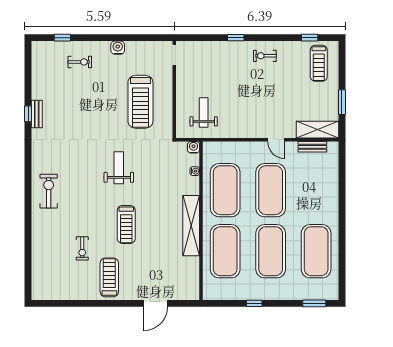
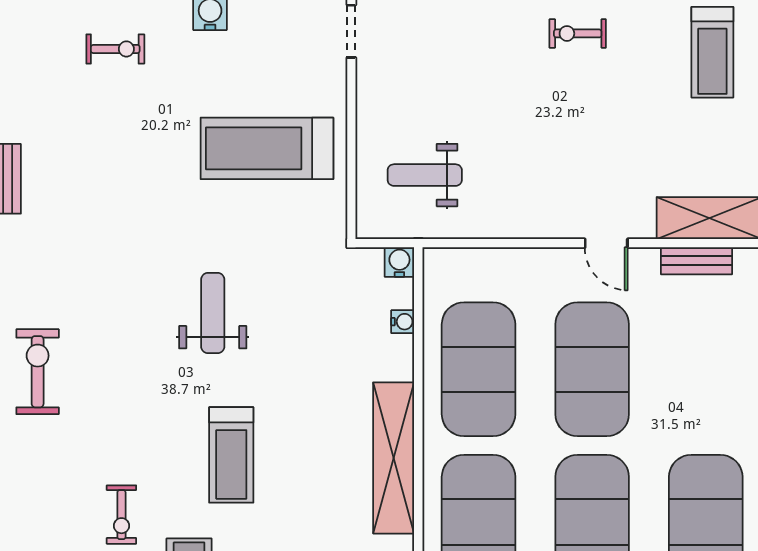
treadmill: (140, 102) -> (267, 148), turned 90
weight bench: (204, 112) -> (425, 175), turned -90

